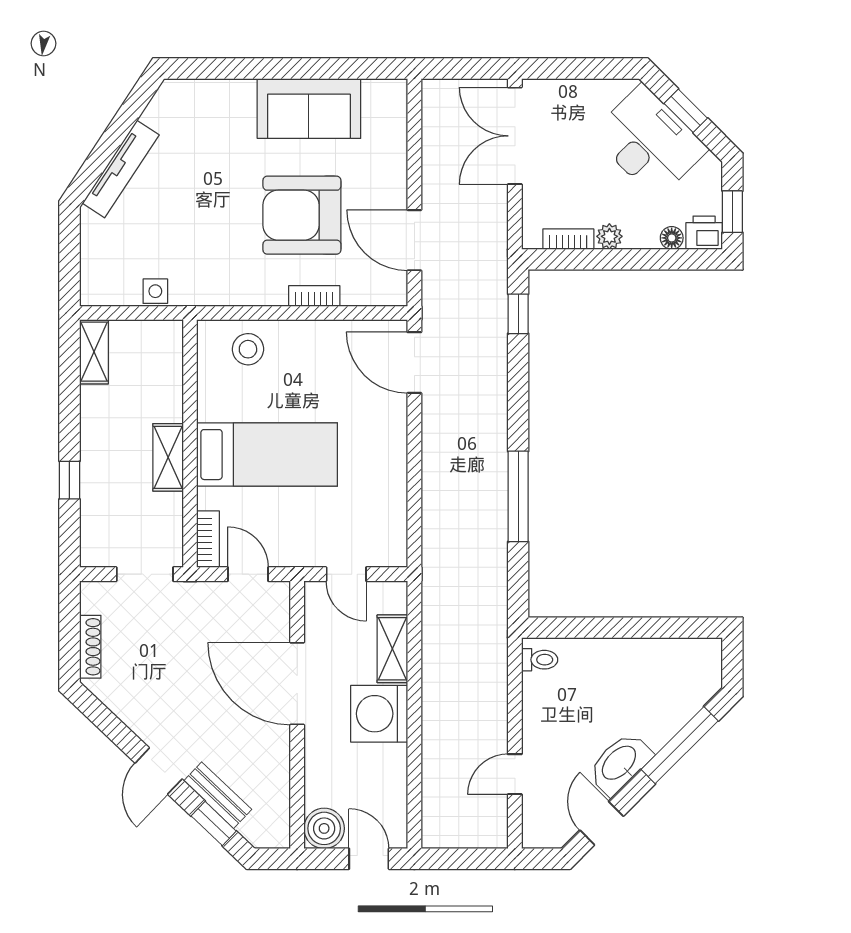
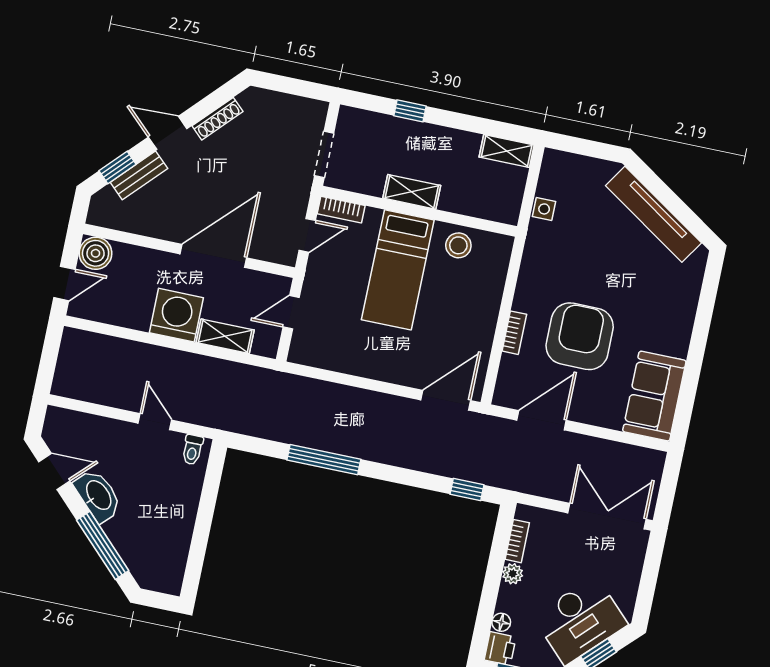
sofa: (309, 108) -> (654, 396), moved
tv unit: (121, 169) -> (653, 214), width x1.36, depth x1.29
stool: (248, 349) -> (458, 245), moved
shoe rack: (90, 647) -> (218, 119), moved, turned -46
door: (515, 774) -> (155, 422), moved

